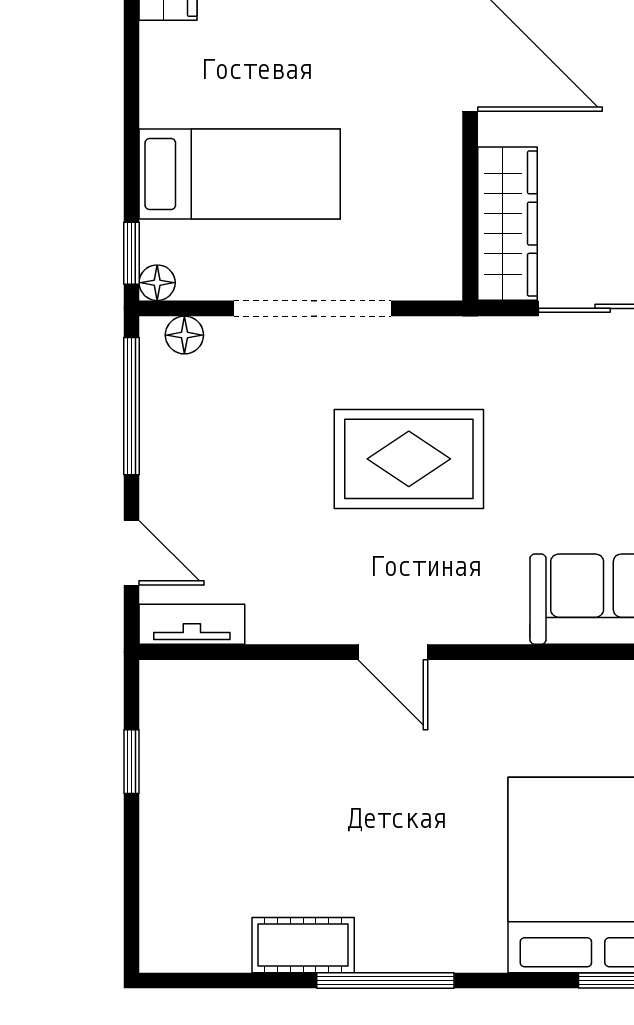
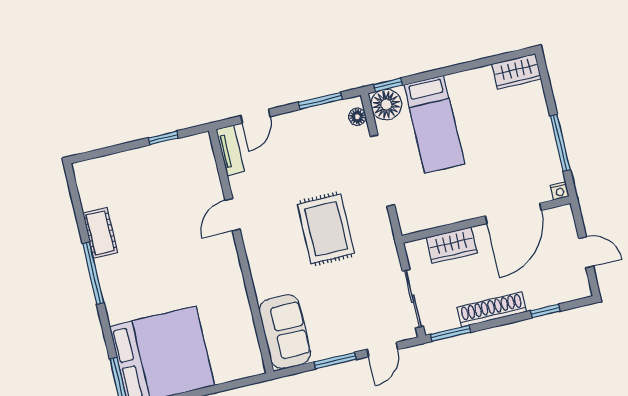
wardrobe: (508, 224) -> (452, 245), width x0.67
floor lamp: (157, 283) -> (386, 105), width x1.89, depth x1.89
window: (132, 406) -> (320, 101), width x0.69
door: (393, 652) -> (233, 215), moved

